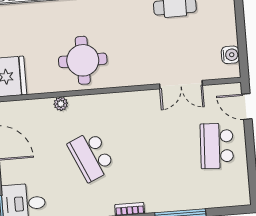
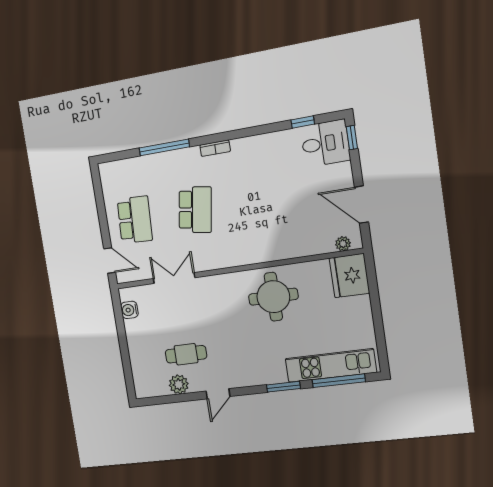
plant: (61, 104) -> (343, 244), moved
school desk: (91, 156) -> (195, 210), moved, turned 33

